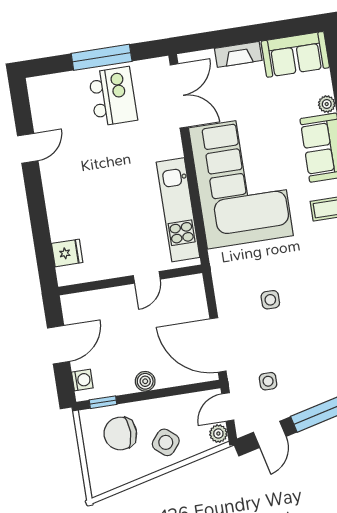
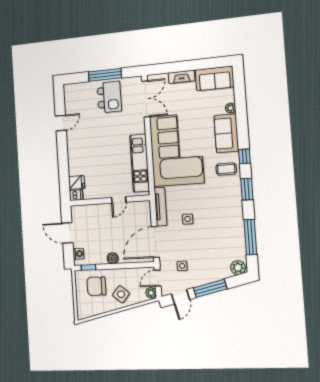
dishwasher: (69, 276) -> (76, 195), added
tv unit: (222, 283) -> (161, 207), added
door: (58, 345) -> (67, 233), swing flipped
door: (218, 345) -> (155, 242), hinge flipped

